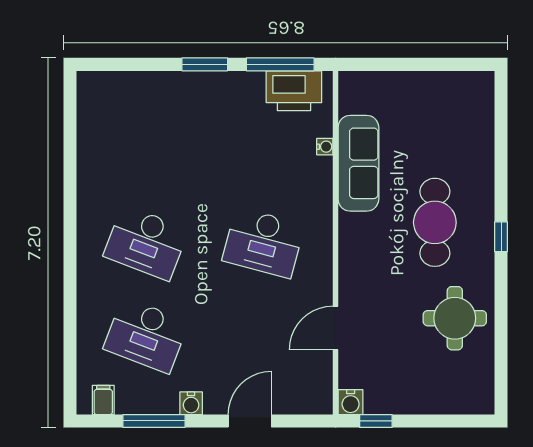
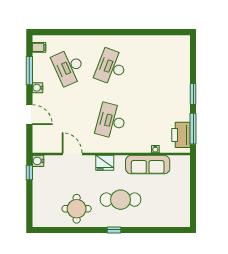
fridge: (355, 257) -> (105, 163), added
desk: (146, 335) -> (69, 67), turned -45

